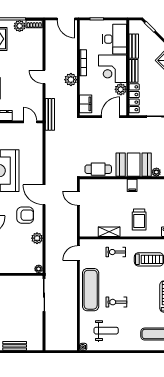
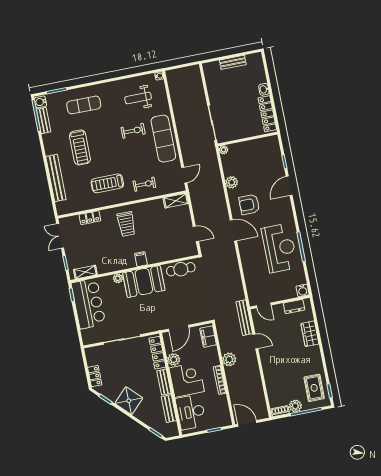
door: (44, 77) -> (255, 341), moved
trolley: (139, 220) -> (126, 224), turned 180
shelving: (109, 232) -> (176, 201), moved

